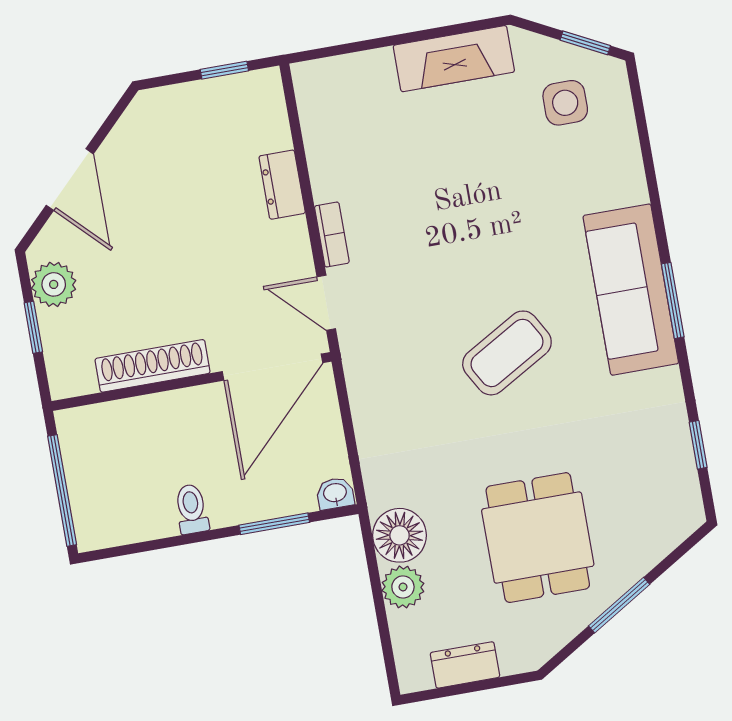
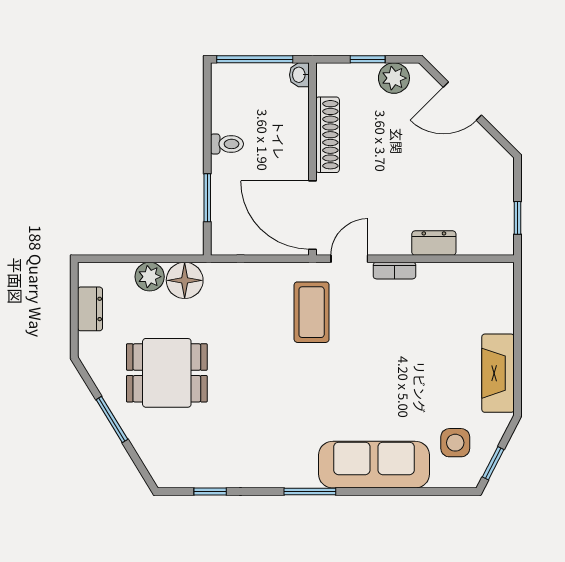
sofa: (631, 290) -> (374, 465), moved
coffee table: (507, 353) -> (312, 312), moved, turned 30
washbasin: (335, 493) -> (299, 75), moved, turned 180

